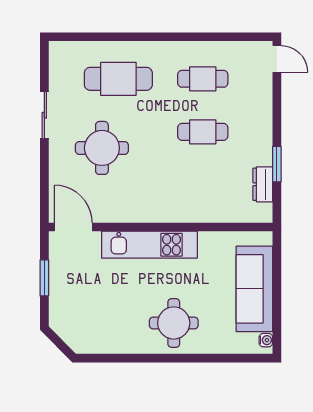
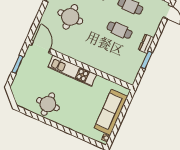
dresser: (263, 184) -> (146, 44), moved
round table: (174, 323) -> (48, 104), moved

